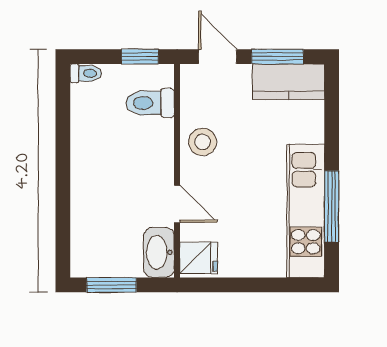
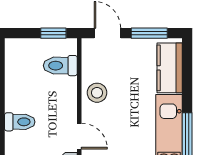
toilet: (86, 73) -> (20, 122), moved, width x1.37, depth x1.39
kitchen counter: (289, 82) -> (170, 68), moved, turned 90

